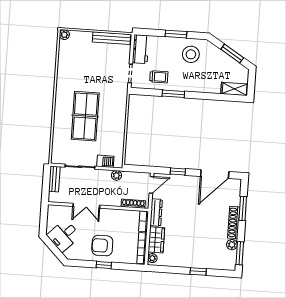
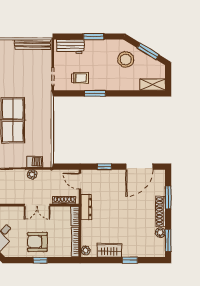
workbench: (141, 49) -> (70, 46), moved, turned 90
stool: (191, 54) -> (126, 59), moved
plant: (116, 175) -> (32, 174), moved
door: (151, 185) -> (80, 181), swing flipped
double door: (86, 206) -> (37, 205), moved
wardrobe: (156, 240) -> (109, 250), moved, turned -90

